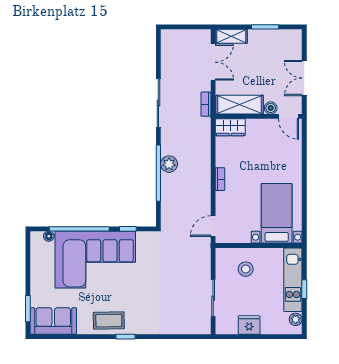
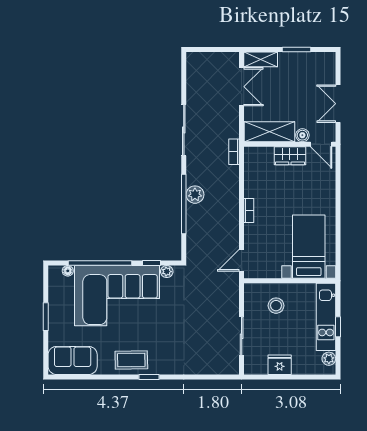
bookcase: (206, 104) -> (234, 152), moved
wardrobe: (230, 127) -> (290, 156), moved
plant: (142, 237) -> (167, 272), added
window: (28, 309) -> (46, 317), moved

